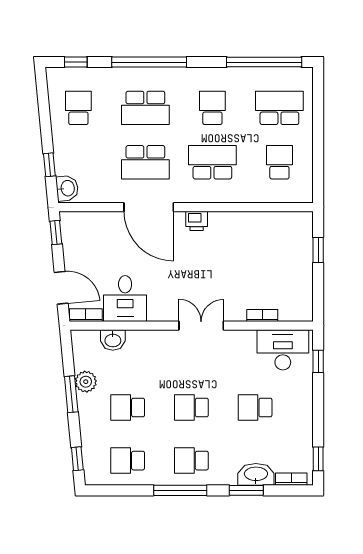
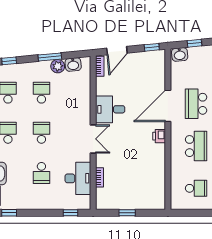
window: (318, 250) -> (127, 213), moved
desk: (125, 299) -> (110, 109), moved
washbasin: (113, 340) -> (73, 64), moved, turned -95
desk: (283, 350) -> (78, 178), moved
school desk: (255, 407) -> (41, 173), turned 180

